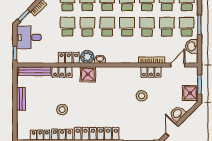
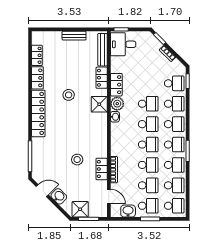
school desk: (67, 27) -> (148, 83), removed
desk: (29, 37) -> (123, 44), moved, turned -90
stool: (62, 110) -> (69, 95), moved

